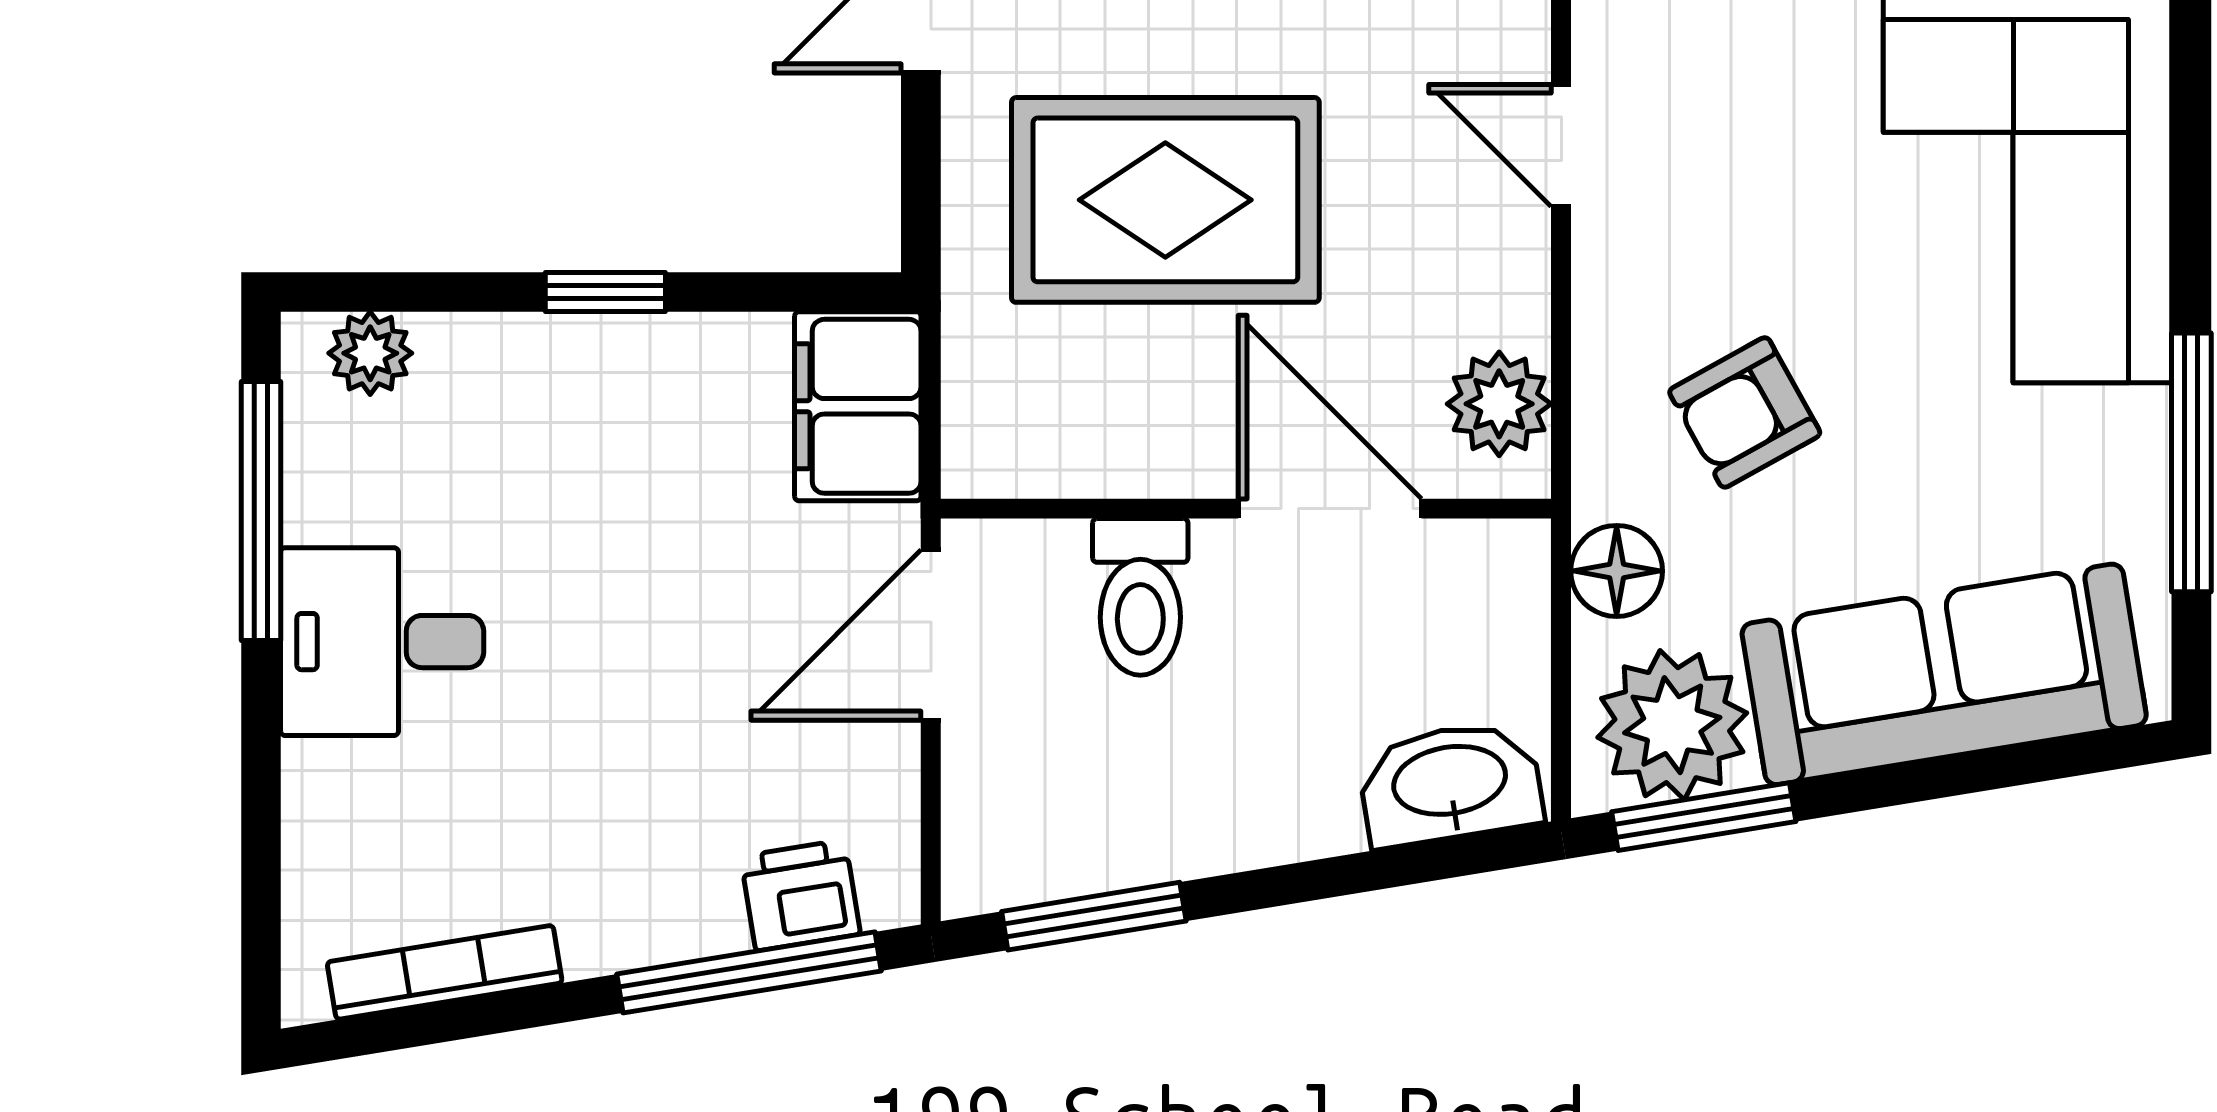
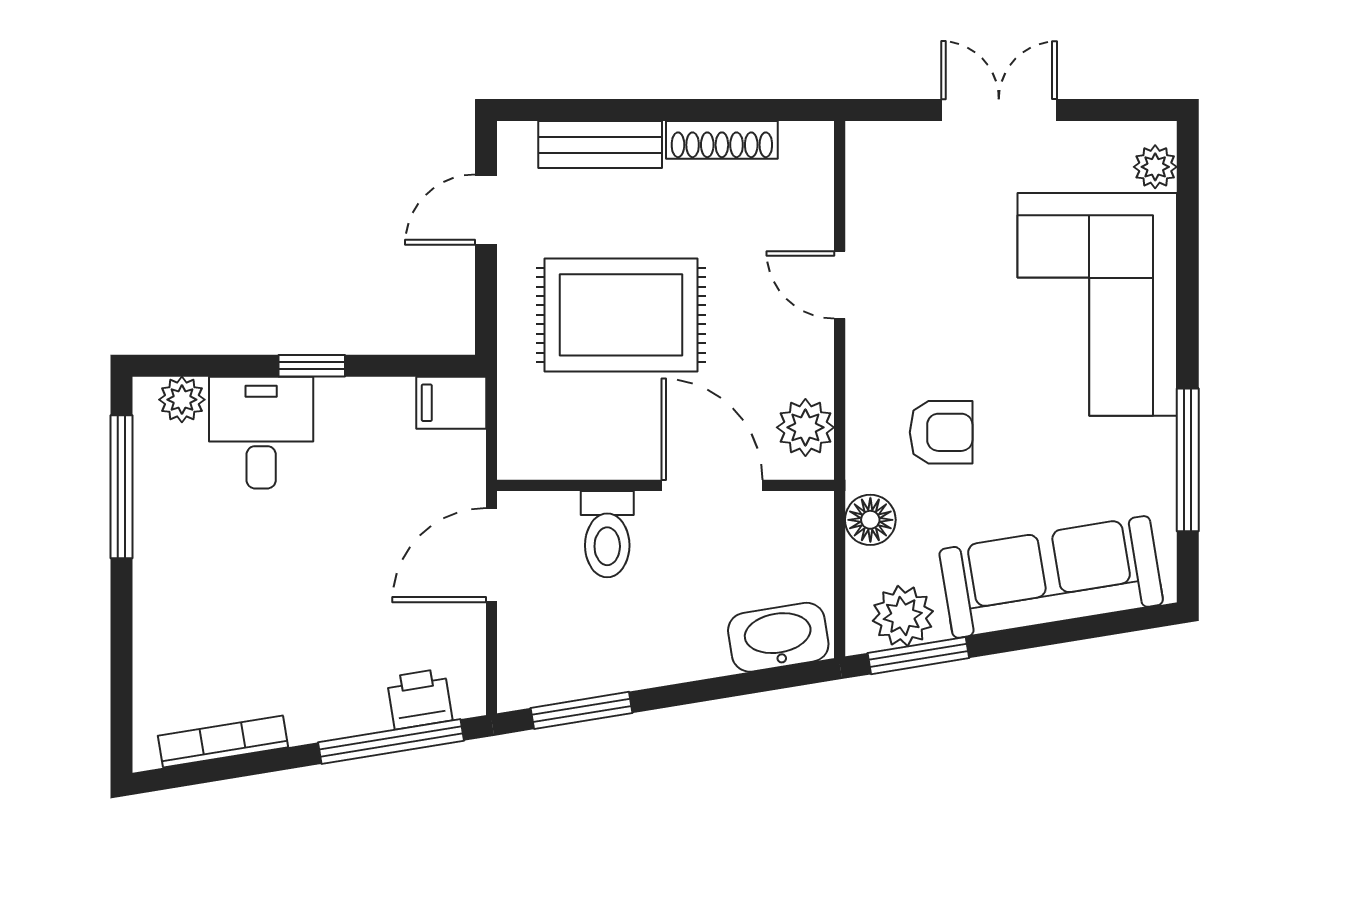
filing cabinet: (858, 406) -> (451, 403), width x0.50
armchair: (1745, 412) -> (941, 432), turned -151
desk: (382, 642) -> (261, 433), moved, turned 90
plant: (1672, 725) -> (903, 616), width x0.73, depth x0.73

